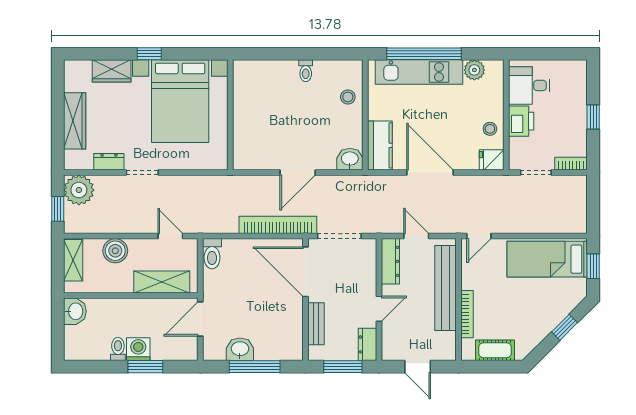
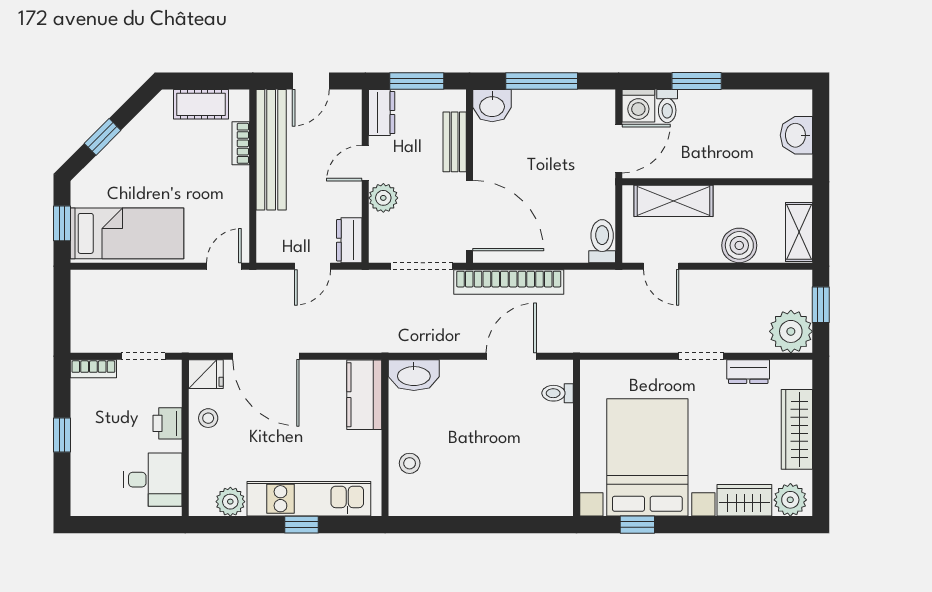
window: (149, 54) -> (637, 525), moved
window: (424, 54) -> (302, 525), width x0.32
plant: (79, 71) -> (790, 500), added
toilet: (306, 71) -> (558, 393), moved, turned -90
printer: (521, 121) -> (168, 423), width x0.73, depth x0.81
washbasin: (350, 159) -> (414, 375), width x1.38
door: (298, 172) -> (511, 356), moved
door: (430, 172) -> (266, 356), moved
door: (416, 236) -> (313, 266), hinge flipped
dresser: (390, 261) -> (349, 240), width x0.70
plant: (366, 284) -> (383, 198), added
bench: (446, 288) -> (271, 150), moved
washbasin: (75, 311) -> (796, 135), moved
bookcase: (467, 314) -> (241, 143), width x0.64
toilet: (118, 349) -> (667, 106), moved
washing machine: (138, 349) -> (638, 106), moved
washbasin: (240, 349) -> (492, 106), moved
door: (418, 367) -> (311, 81), swing flipped

